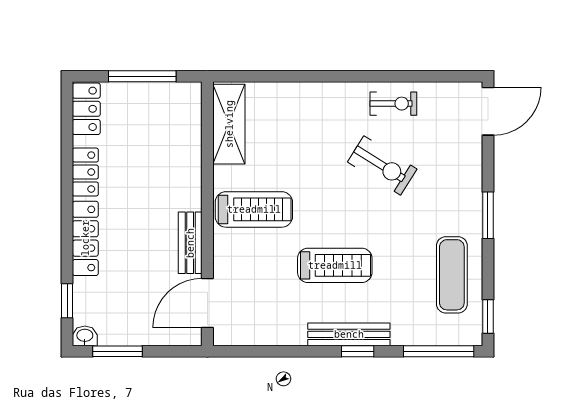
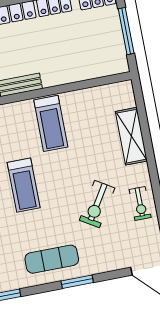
shelving: (229, 124) -> (131, 136), moved, turned 90
exercise mat: (452, 275) -> (52, 259), moved

